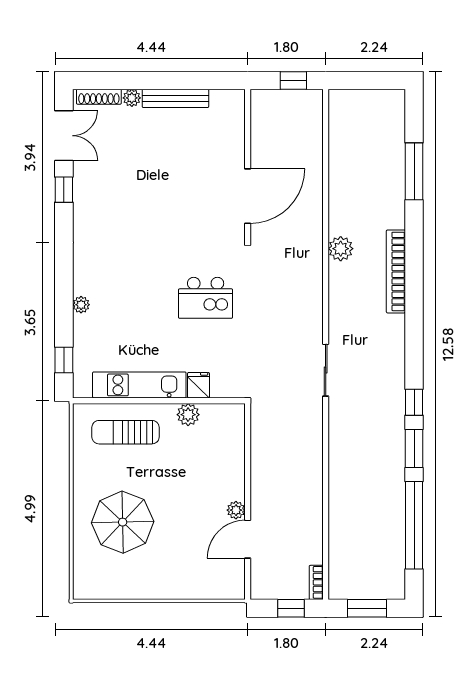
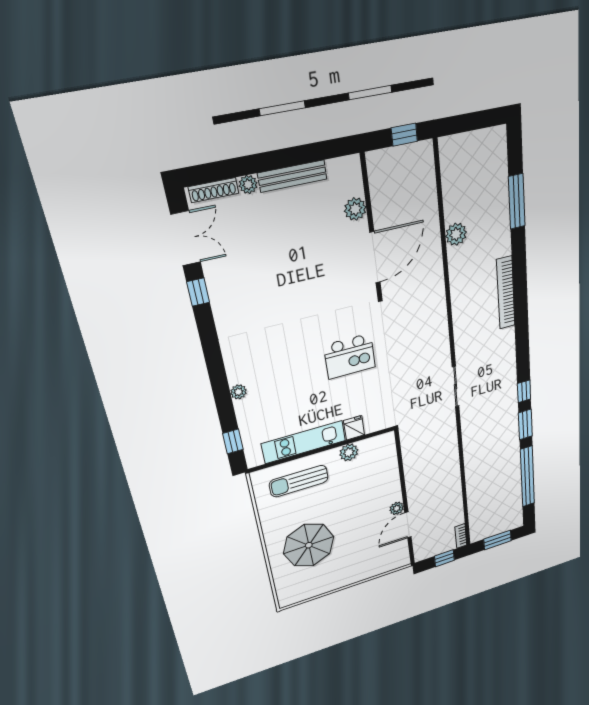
plant: (233, 142) -> (355, 209), added
plant: (341, 249) -> (456, 234), moved

